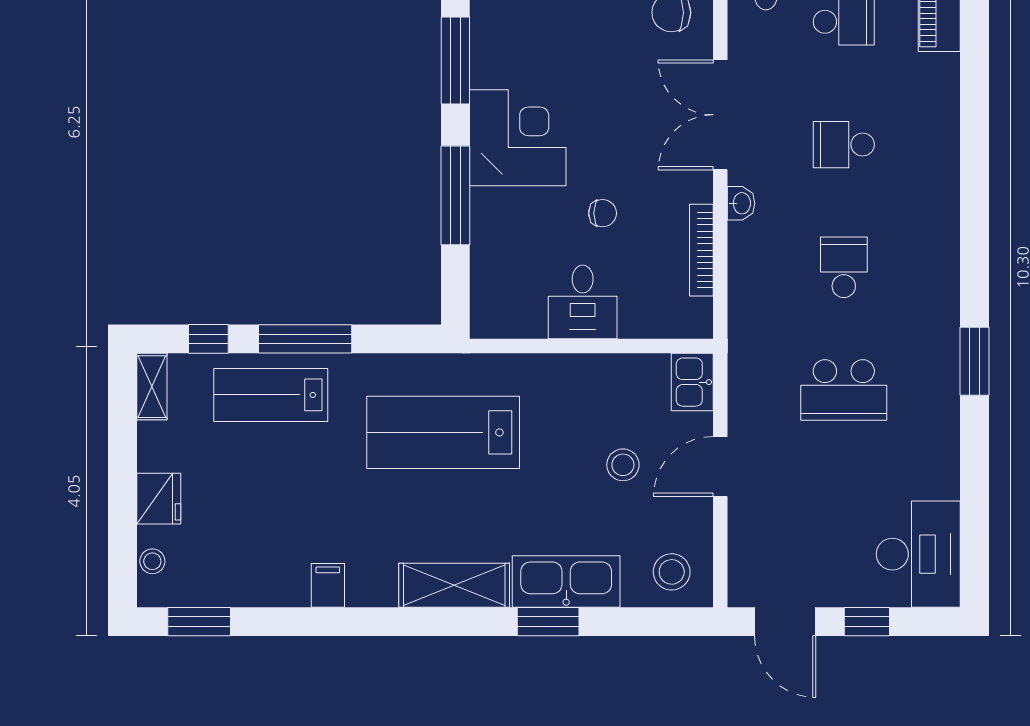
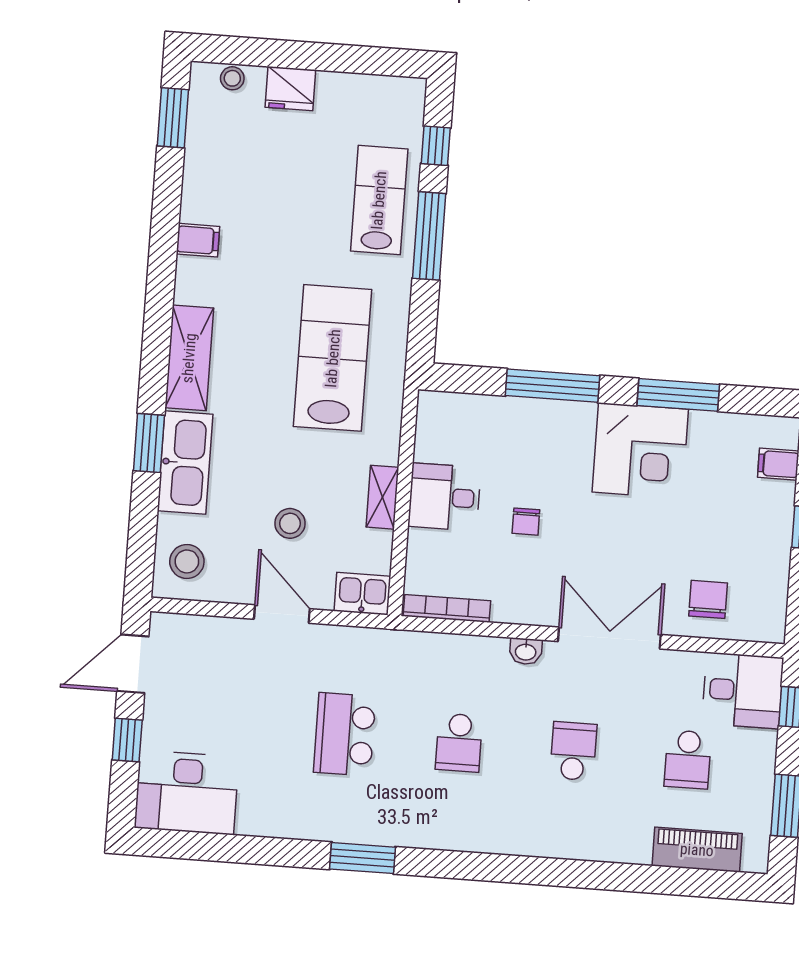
corner desk: (518, 138) -> (640, 451), moved
bookcase: (701, 250) -> (447, 608), moved
school desk: (844, 267) -> (459, 743), turned 90
shelving: (152, 387) -> (382, 497), moved, turned 90

